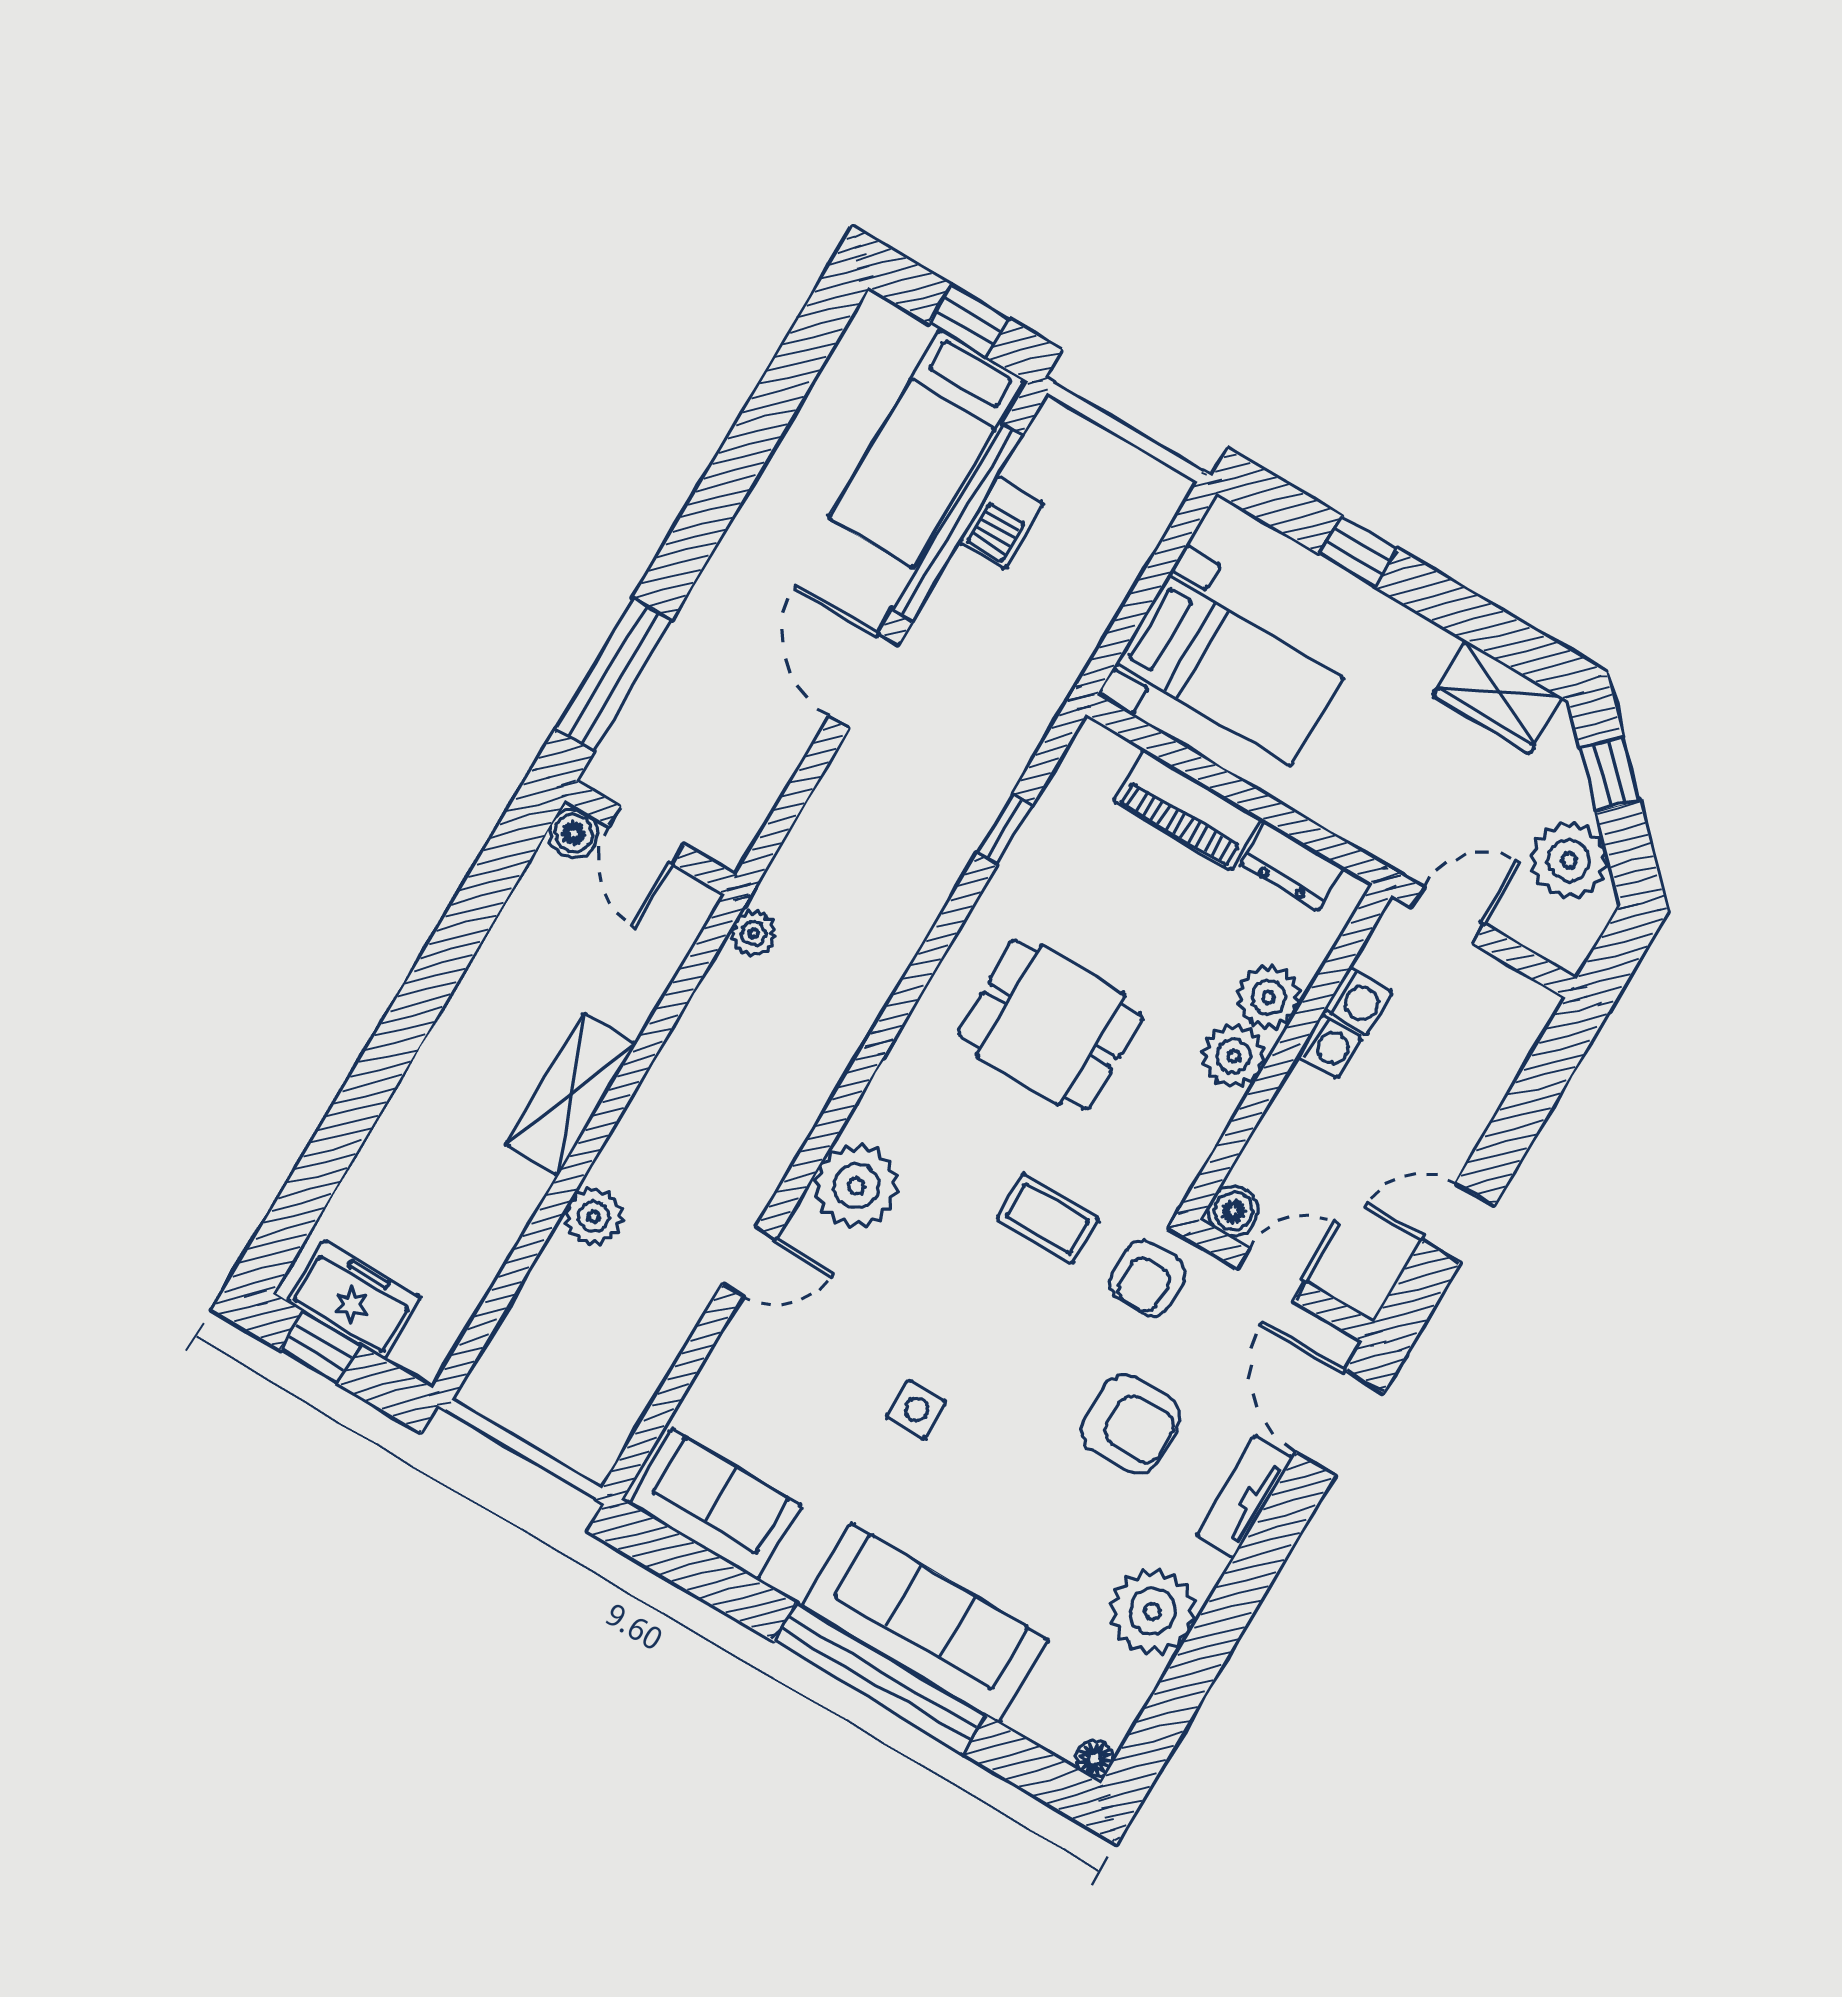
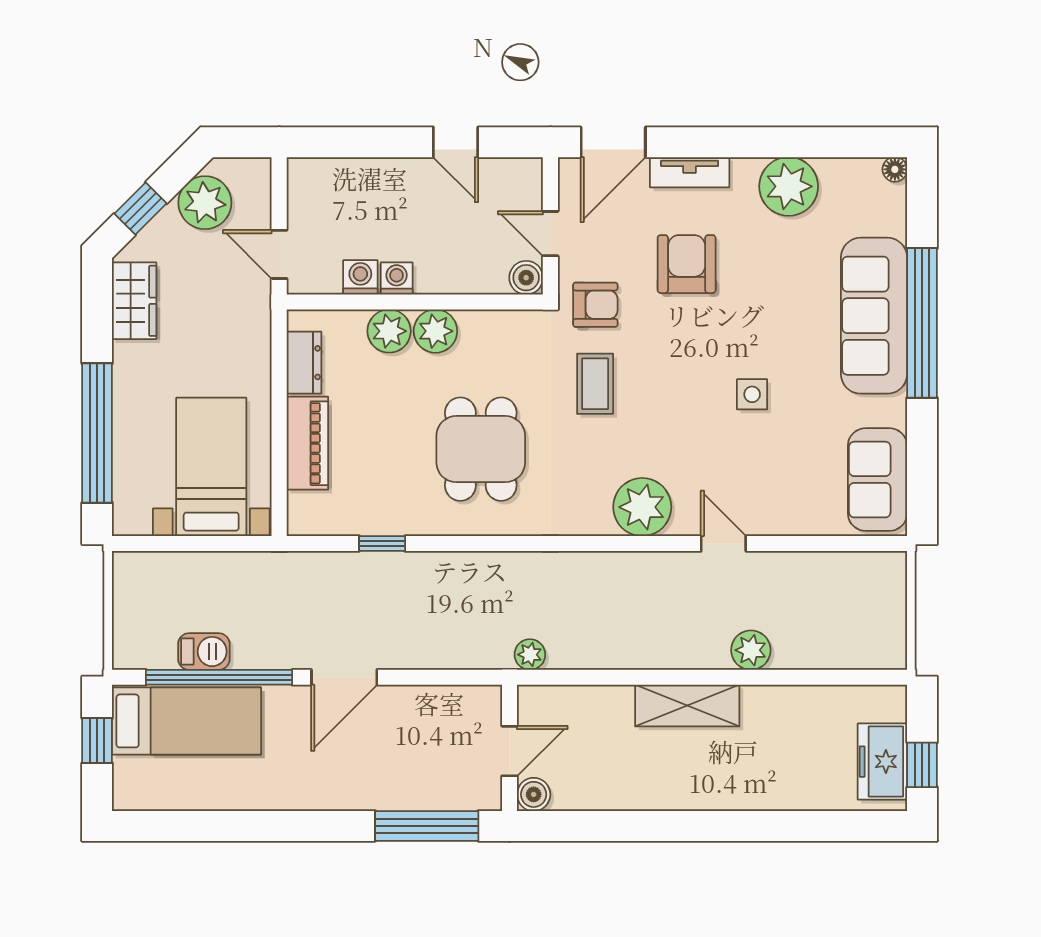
window: (1358, 551) -> (97, 433), width x3.17

